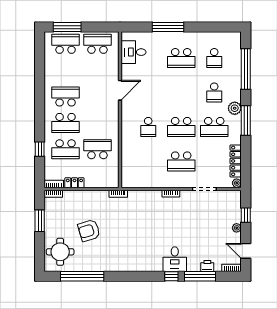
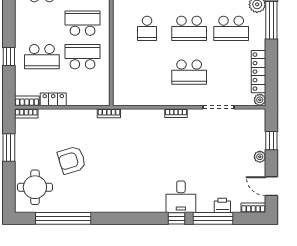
school desk: (66, 123) -> (82, 23), moved, turned 180

